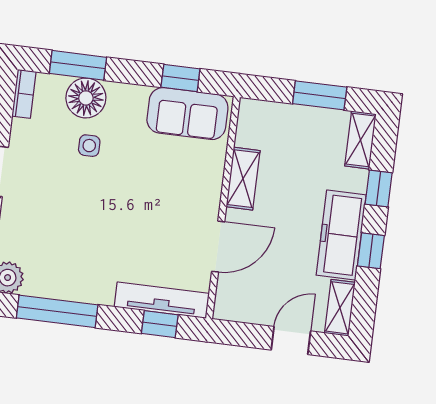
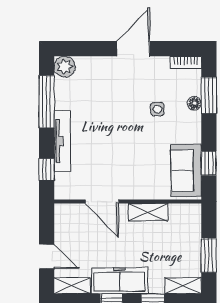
floor lamp: (86, 98) -> (194, 103), width x0.53, depth x0.53
tv unit: (162, 300) -> (62, 141), moved

